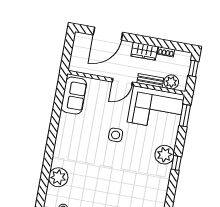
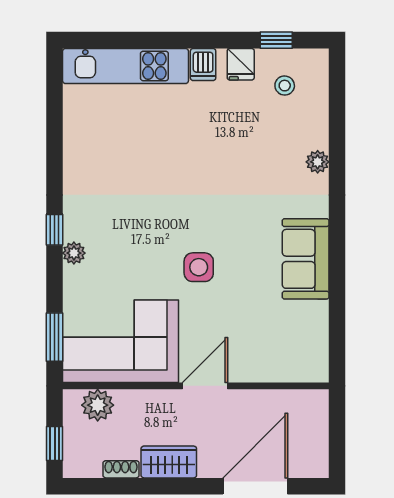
bench: (150, 81) -> (144, 400), removed
sofa: (74, 96) -> (306, 259), moved
plant: (164, 155) -> (74, 253), width x0.53, depth x0.53
plant: (58, 177) -> (318, 162), width x0.53, depth x0.53

